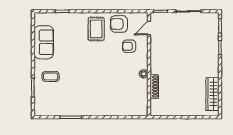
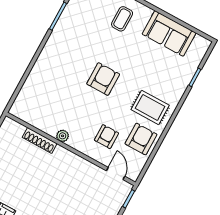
armchair: (94, 68) -> (103, 79), added

